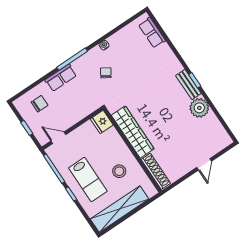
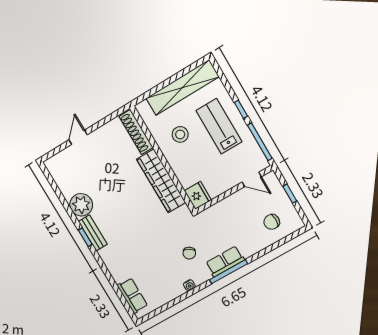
row of seats: (61, 78) -> (225, 261), moved

